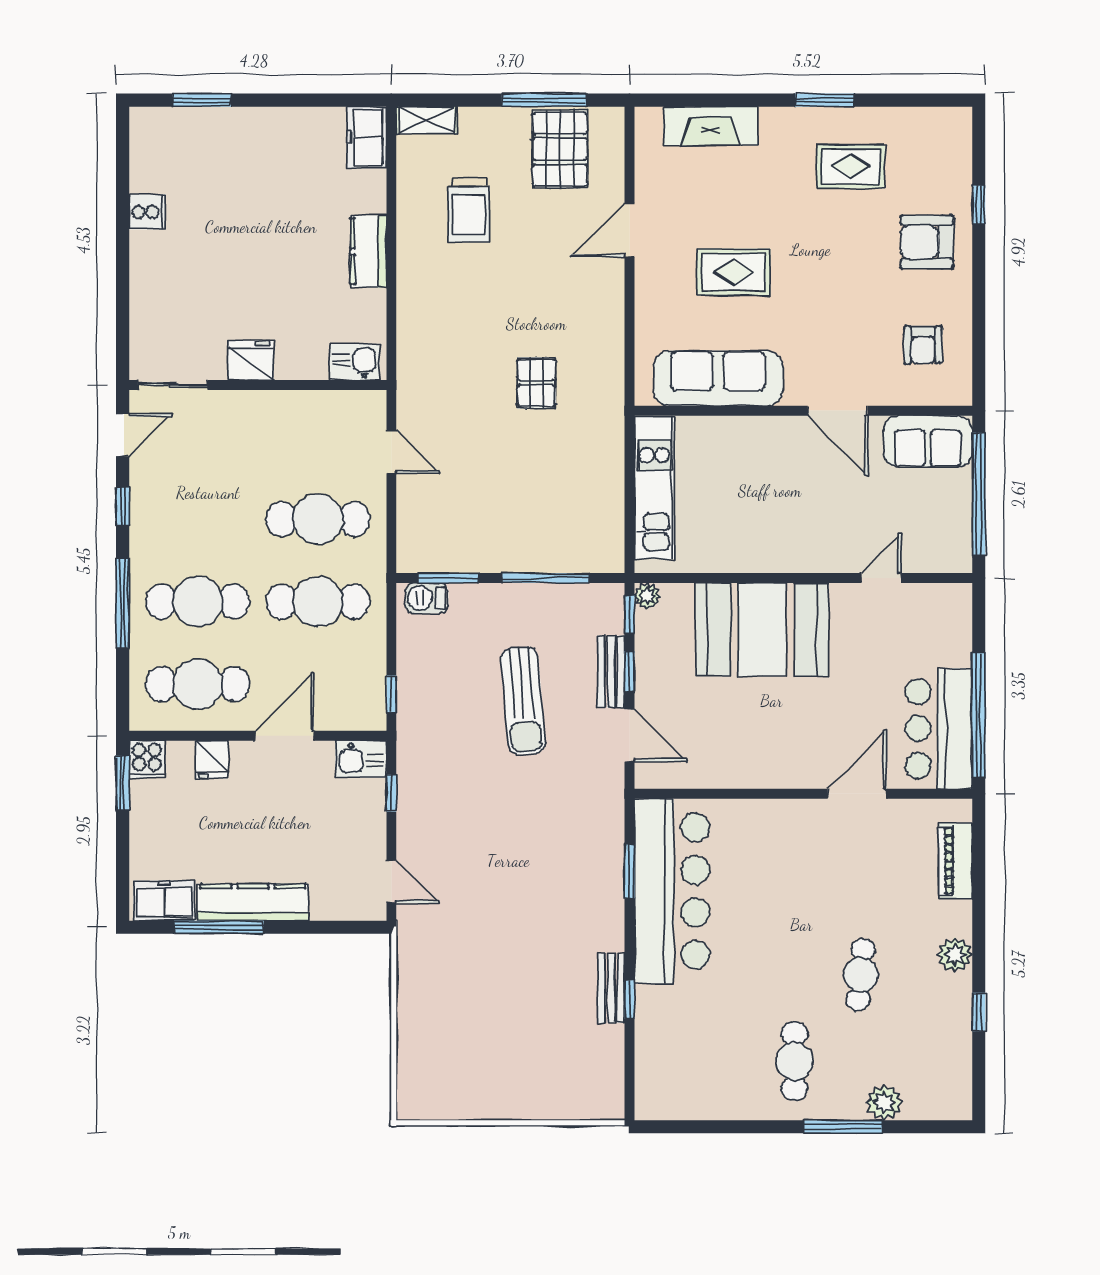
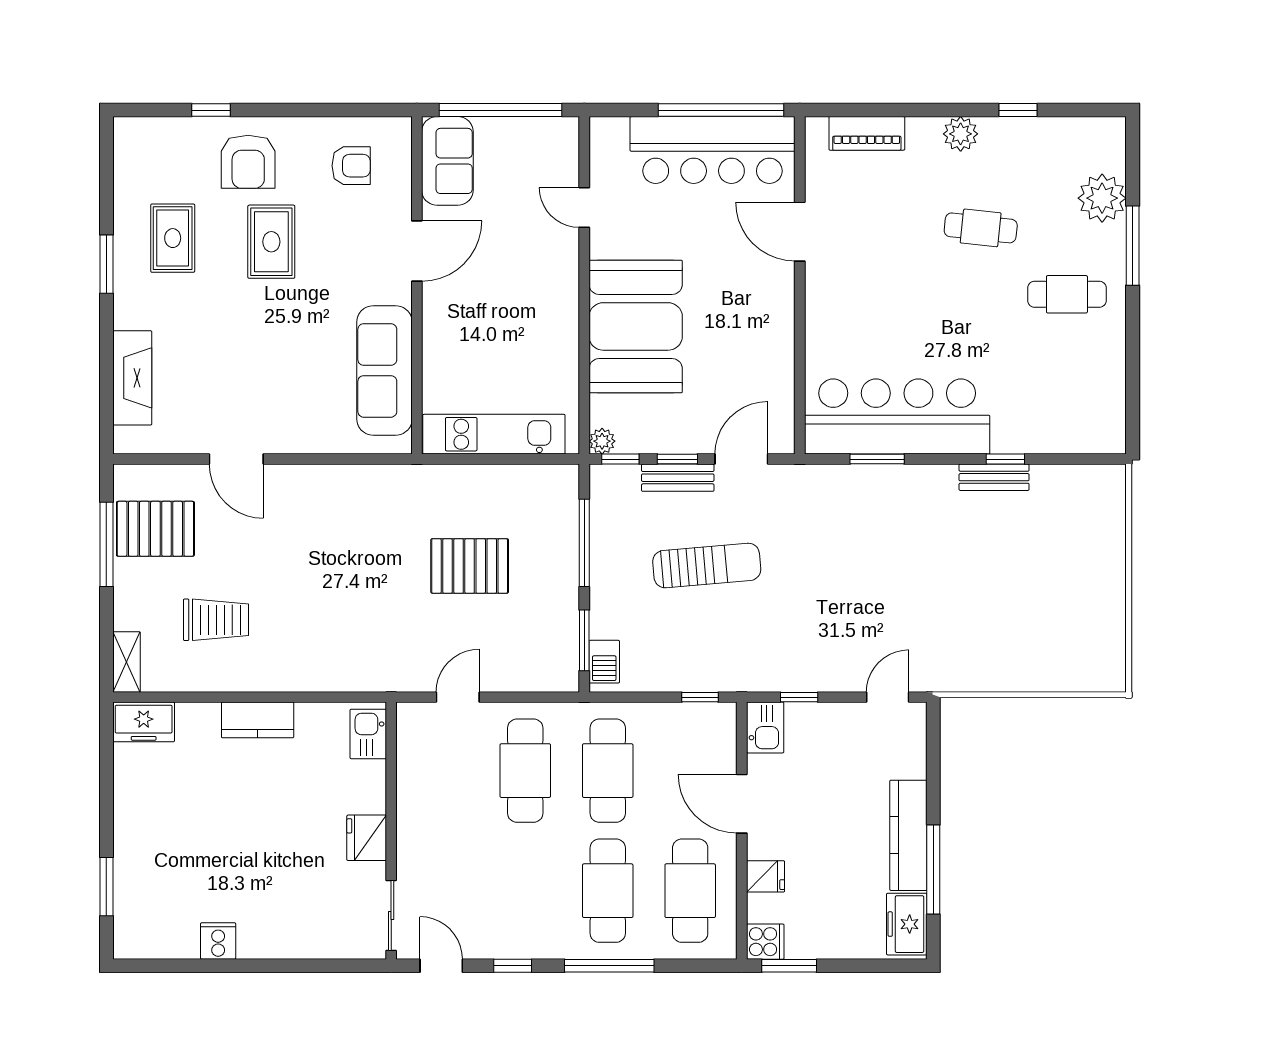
rug: (734, 272) -> (271, 242), moved
pallet: (536, 383) -> (470, 566), moved, width x1.50, depth x1.42
bar counter: (939, 728) -> (713, 150), width x1.36
plant: (884, 1103) -> (1102, 198), width x1.36, depth x1.36

